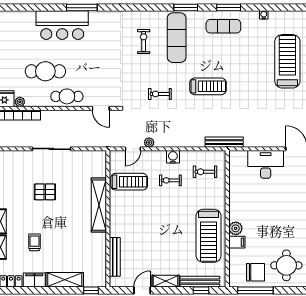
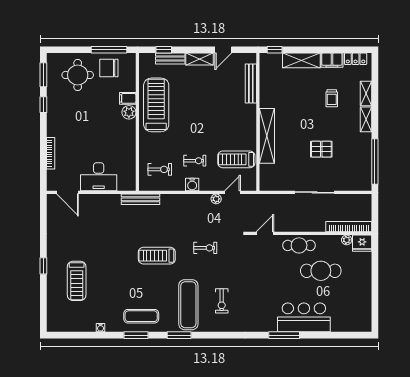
treadmill: (287, 61) -> (77, 281), width x0.73, depth x0.73
door: (101, 108) -> (265, 233), hinge flipped
bench: (200, 282) -> (170, 59), width x0.73

